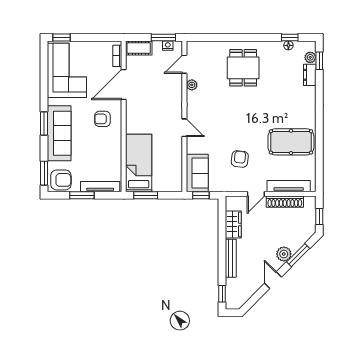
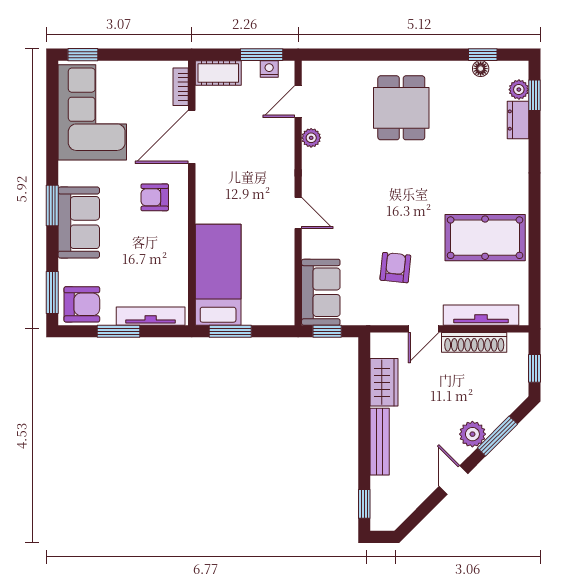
sofa: (59, 133) -> (79, 223), width x0.73

